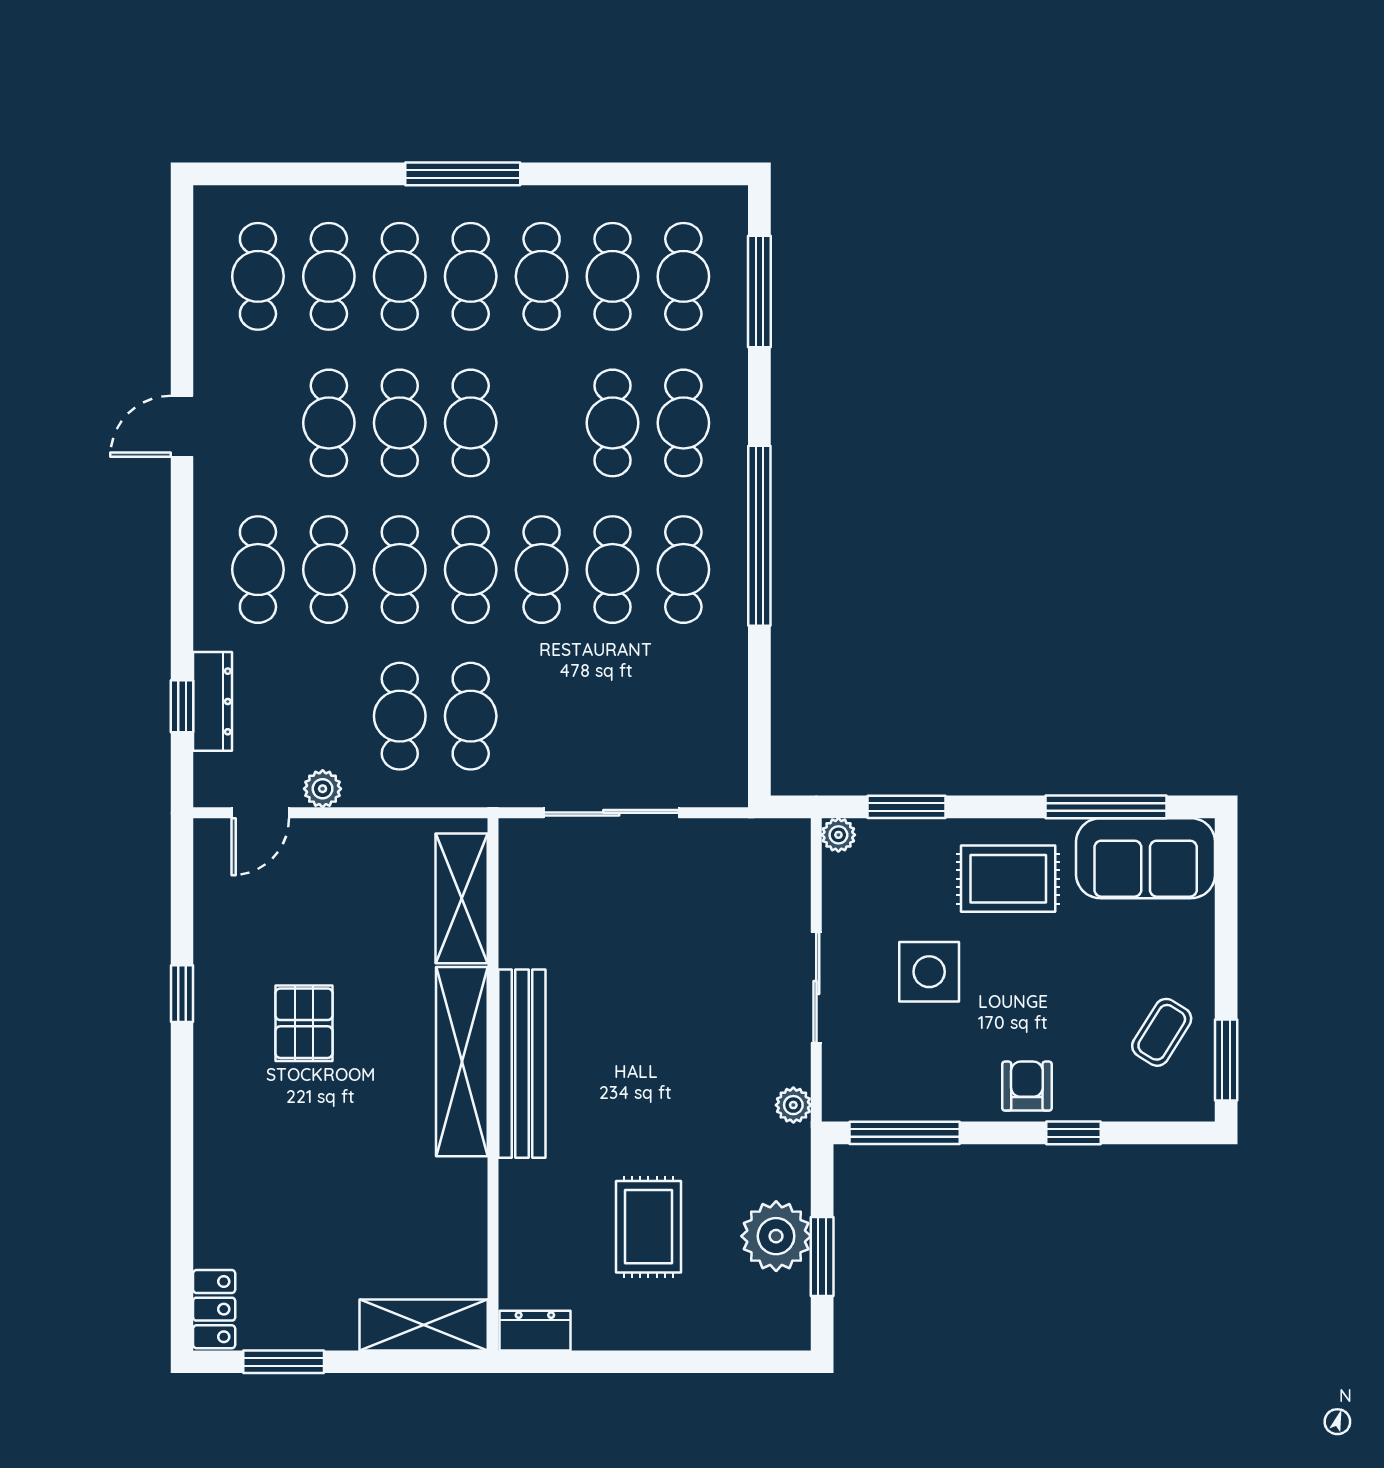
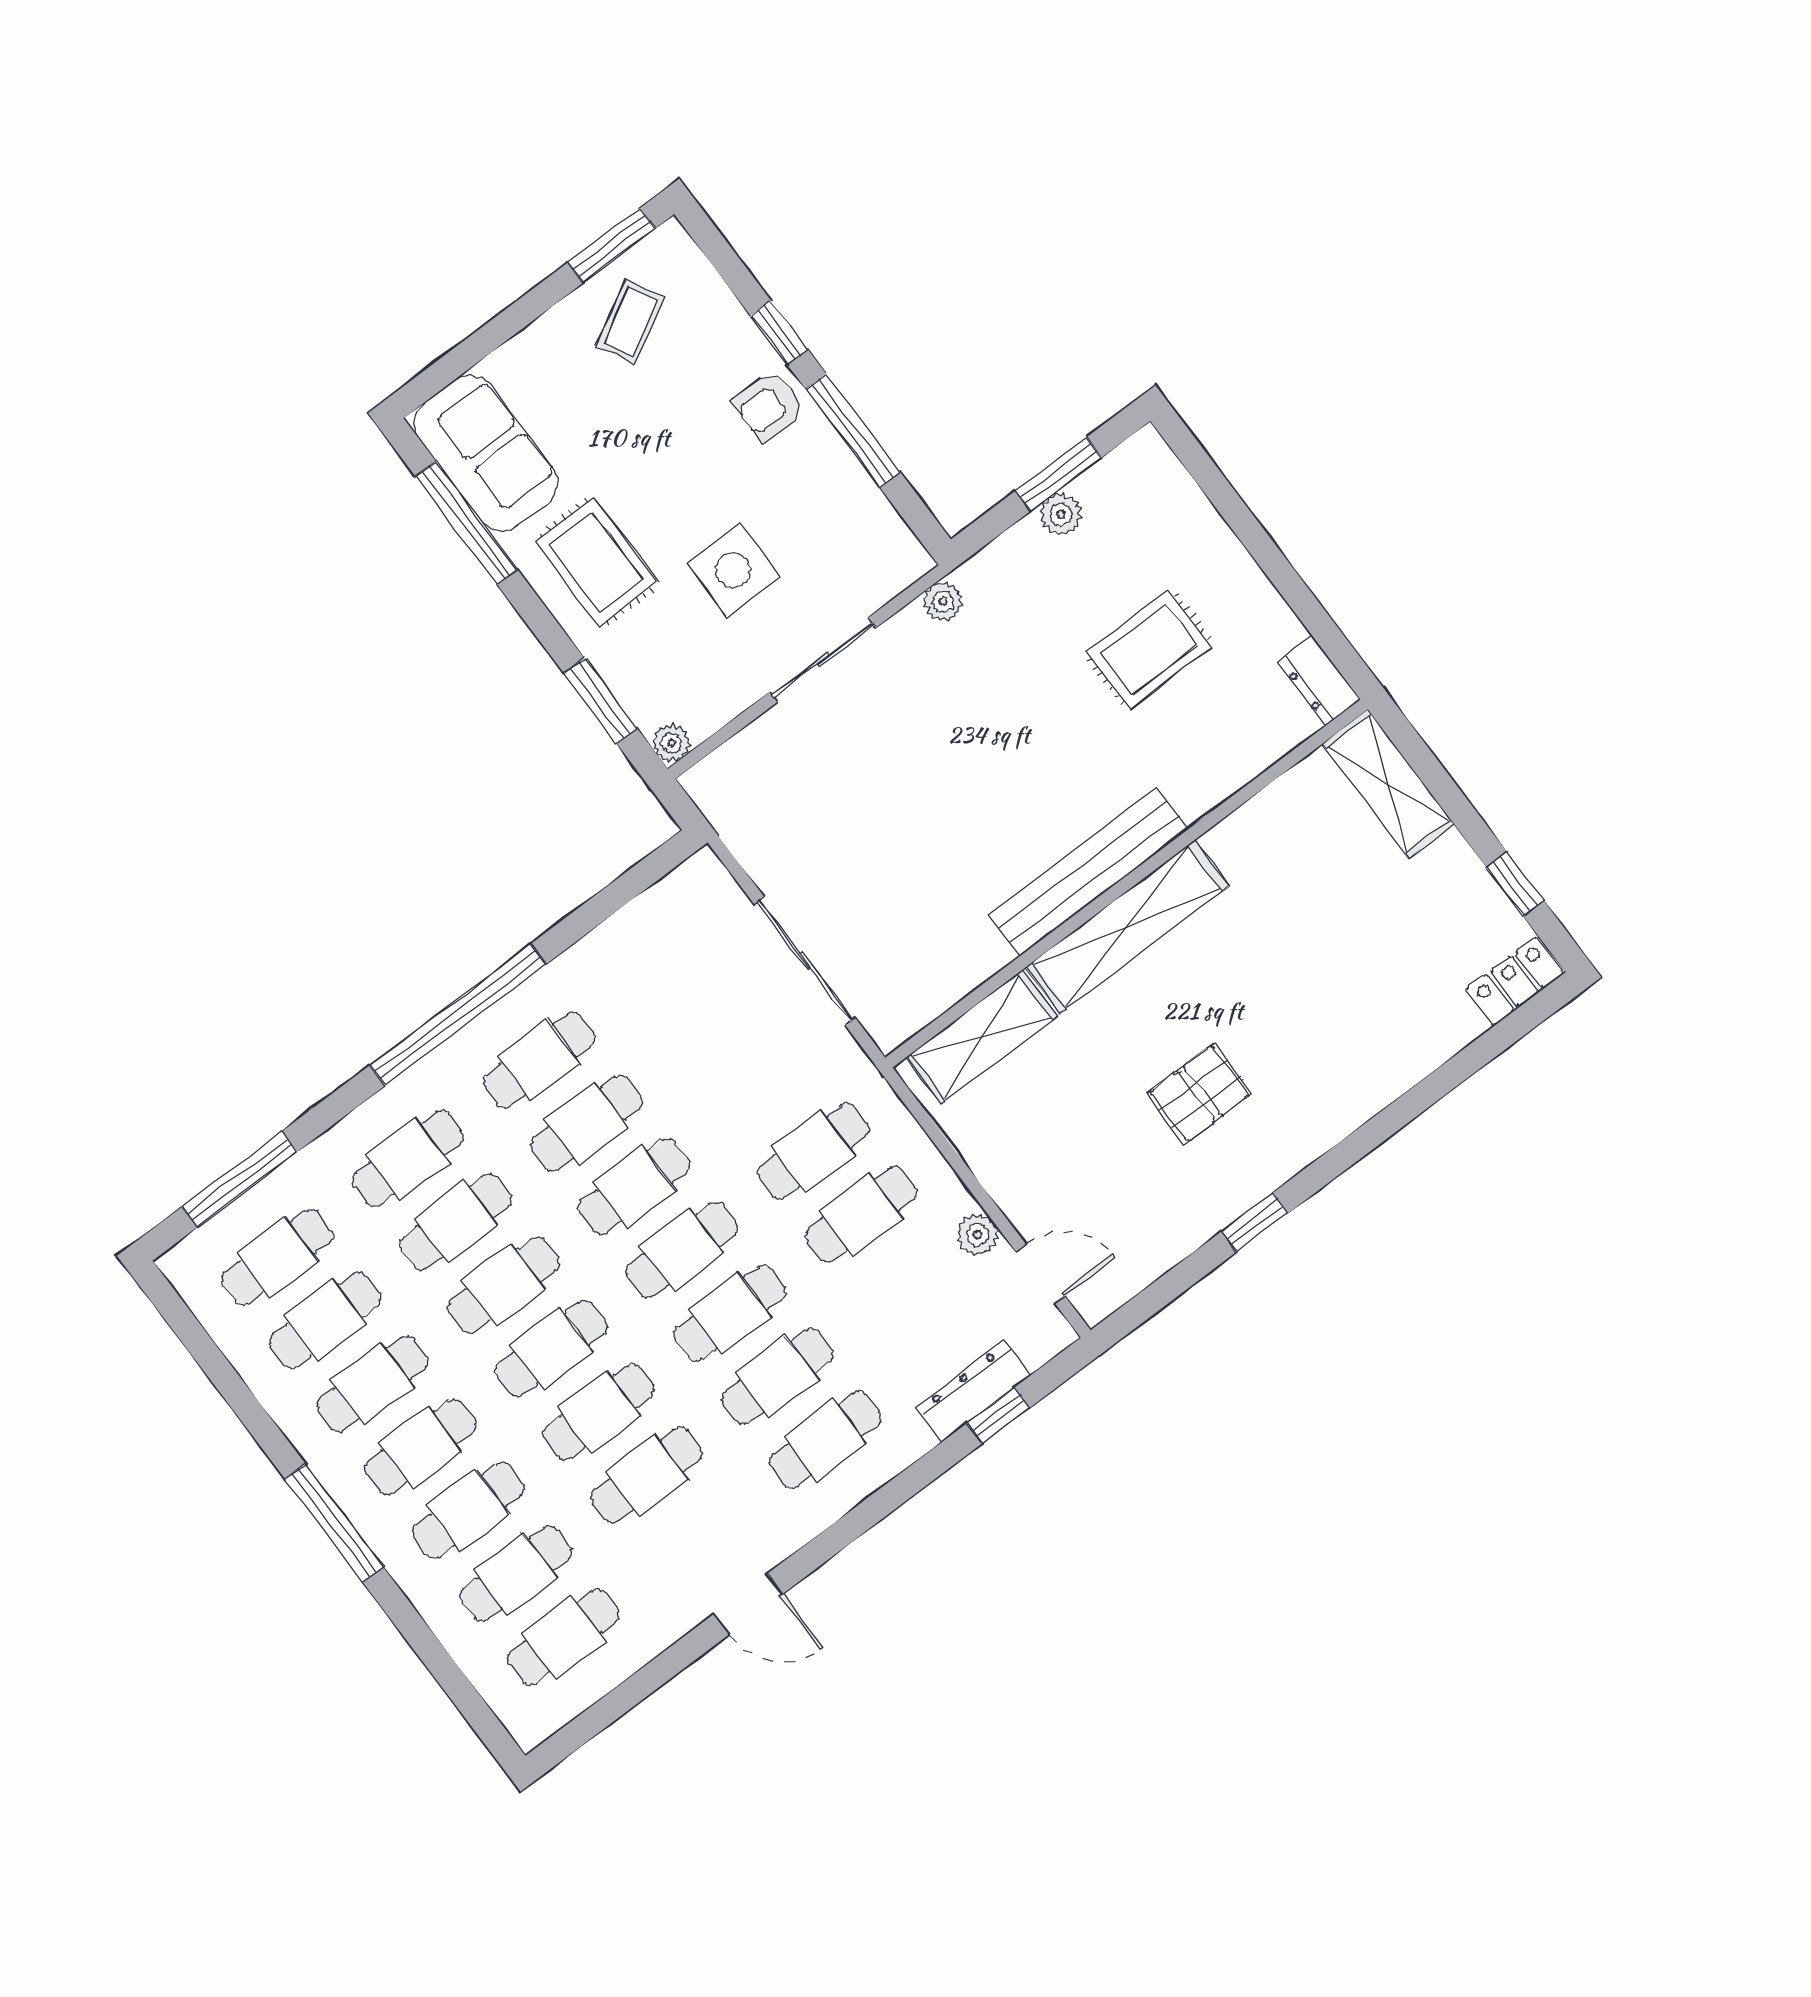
cafe table: (542, 423) -> (503, 1285), added
coffee table: (1162, 1032) -> (630, 322), turned -61
window: (905, 1133) -> (853, 430), moved
plant: (776, 1236) -> (1061, 514), width x0.53, depth x0.53
window: (284, 1362) -> (1515, 884), width x0.67

